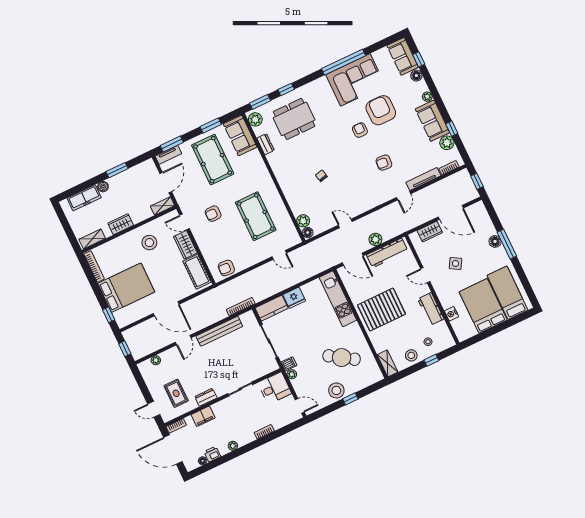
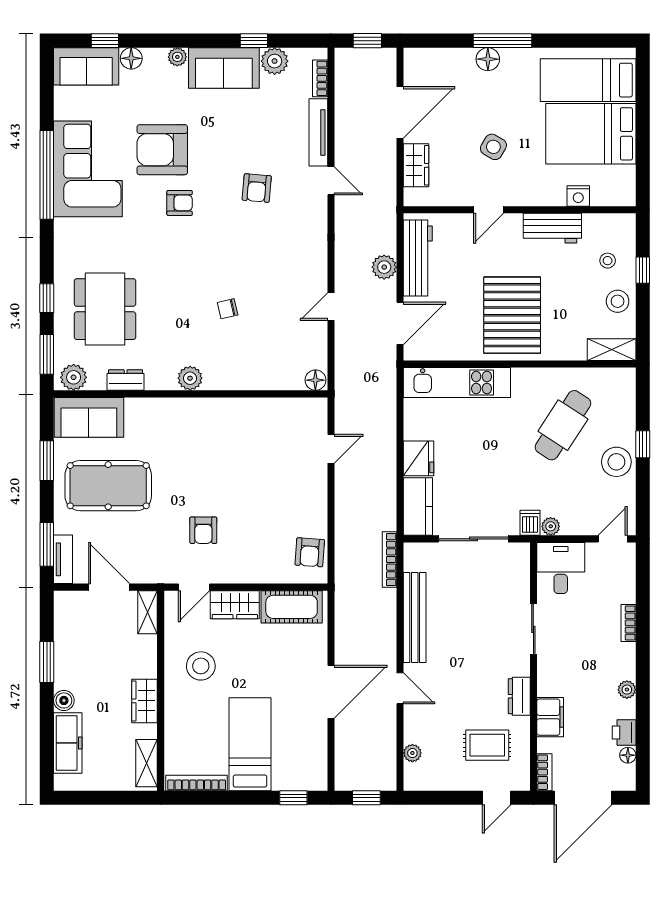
armchair: (360, 130) -> (180, 203), turned 180
pool table: (256, 216) -> (243, 458), removed
plant: (303, 221) -> (190, 378), moved
bed: (126, 288) -> (250, 744), width x0.67

